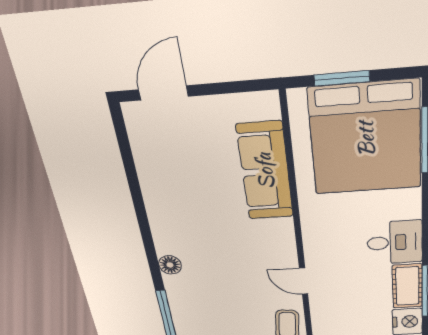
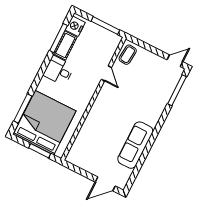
sofa: (265, 171) -> (135, 145), moved, turned 180
floor lamp: (170, 265) -> (156, 114), removed

